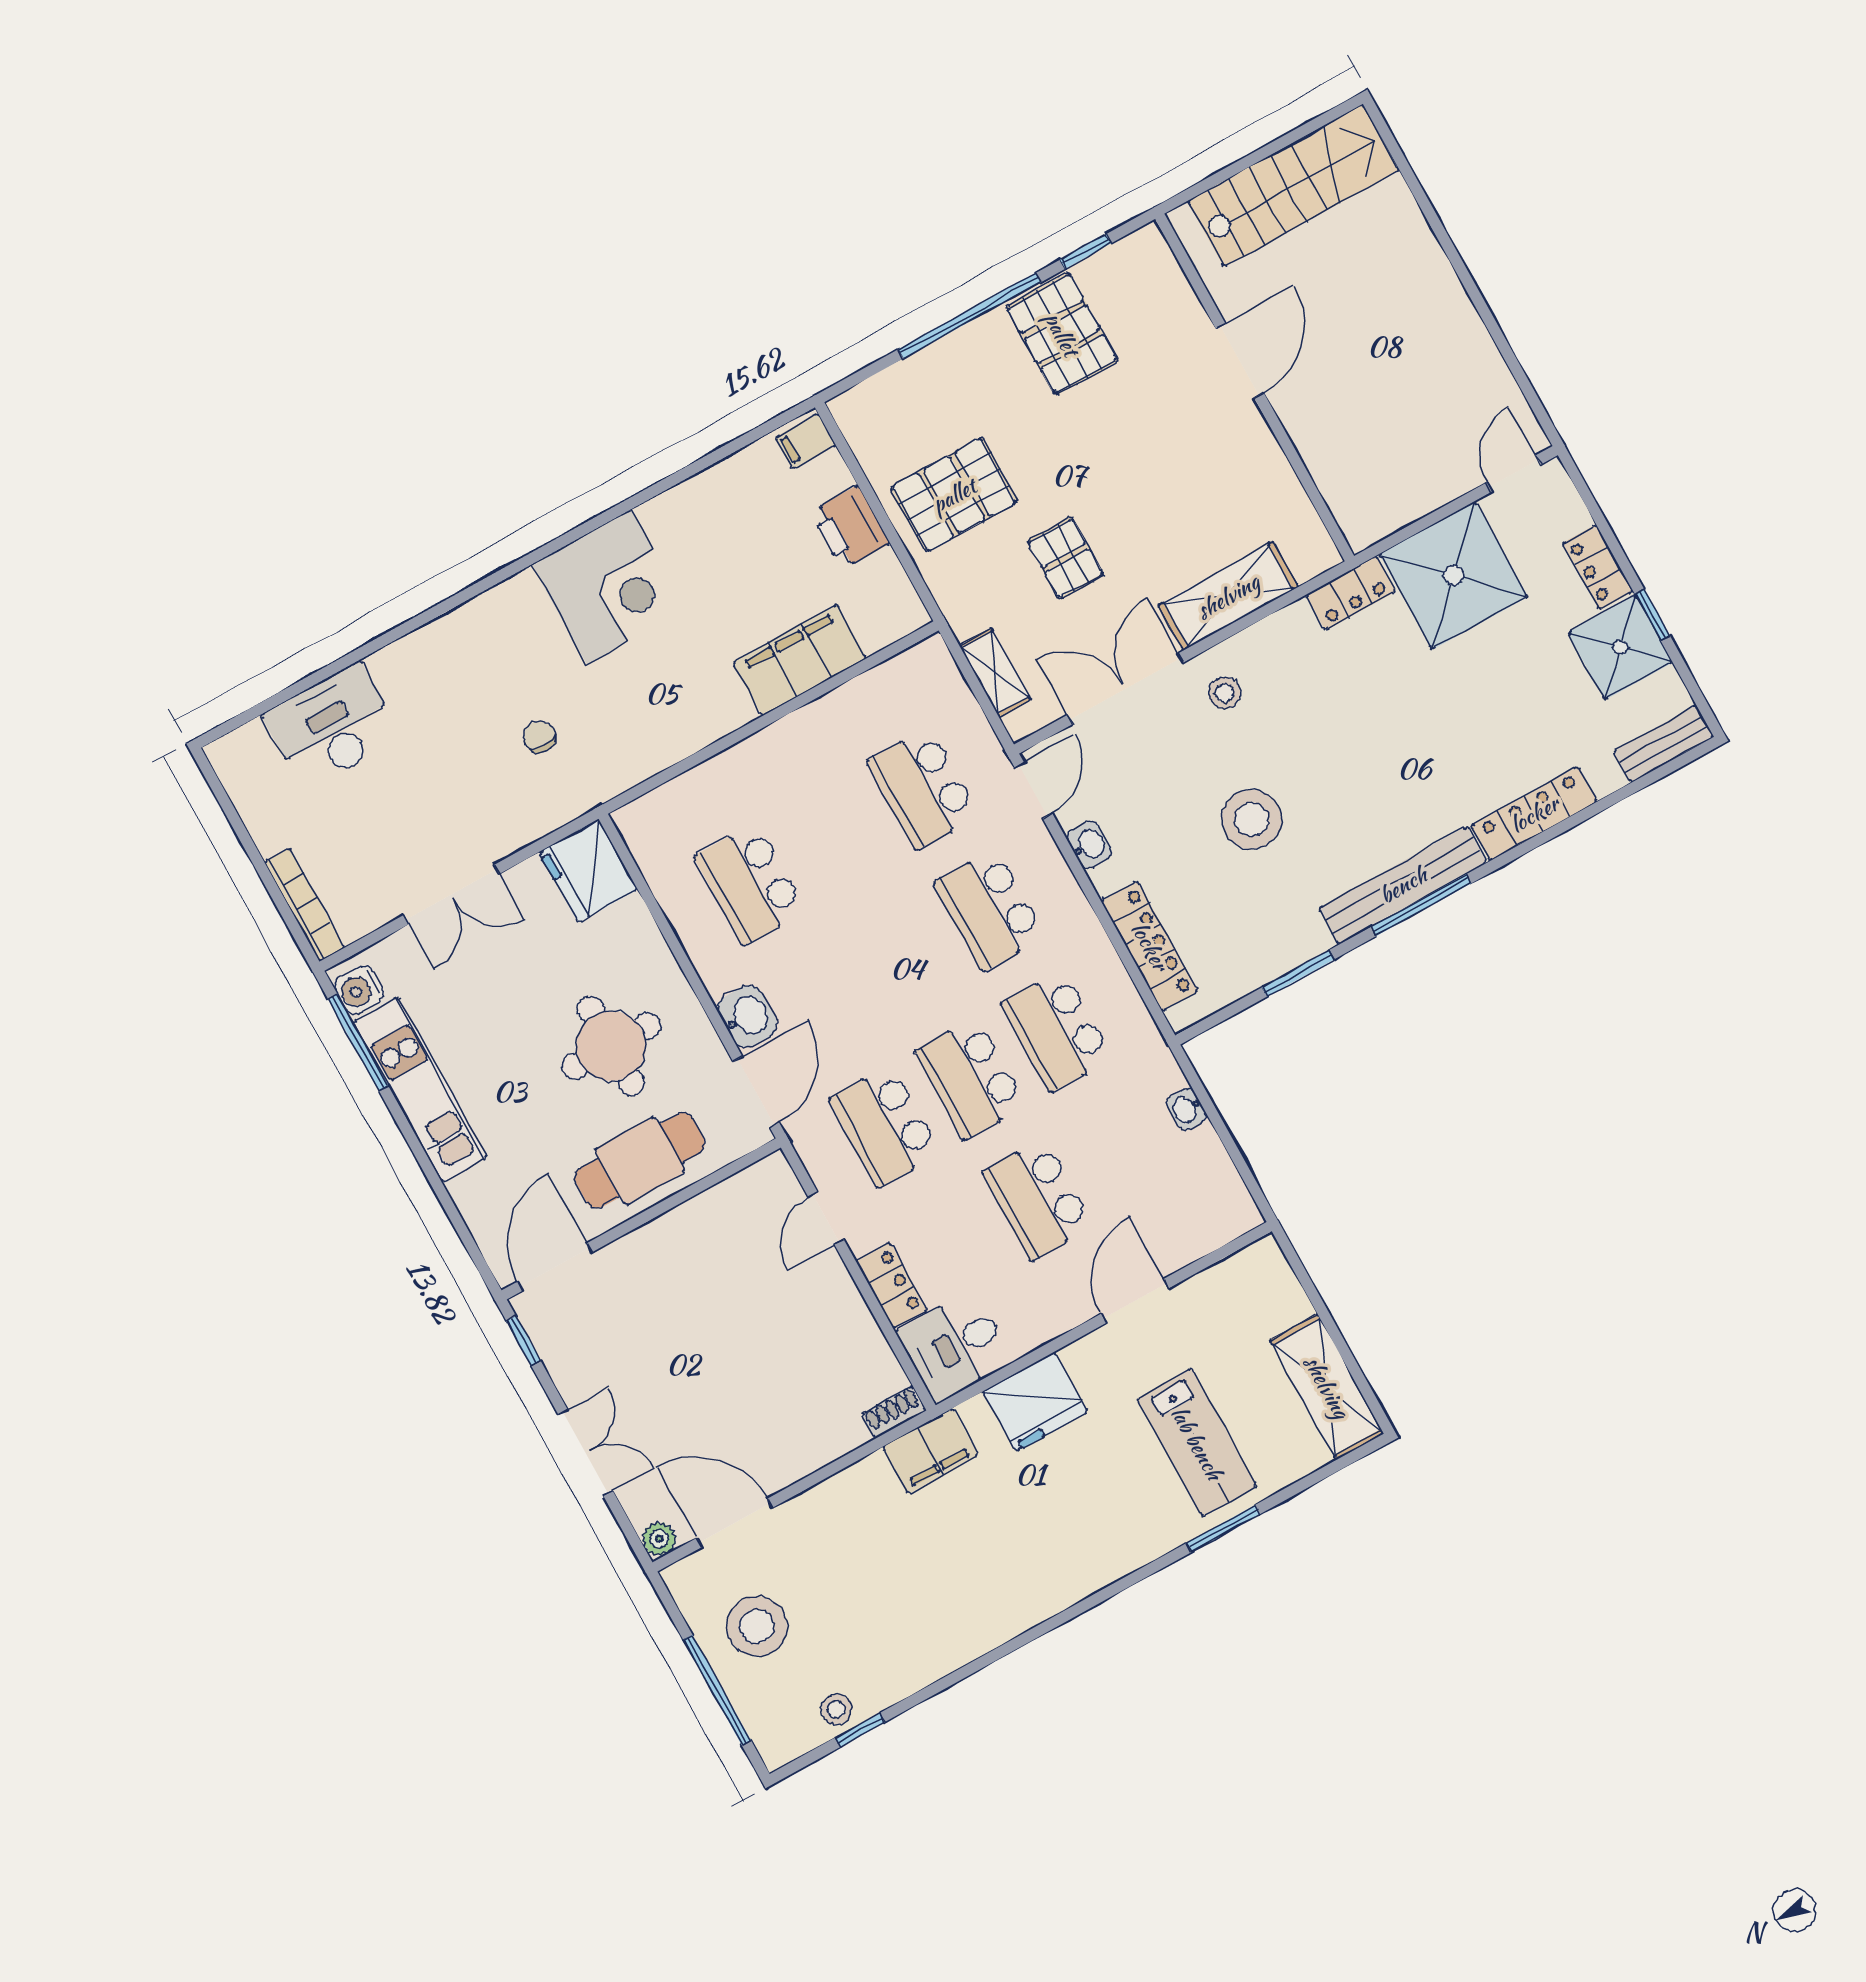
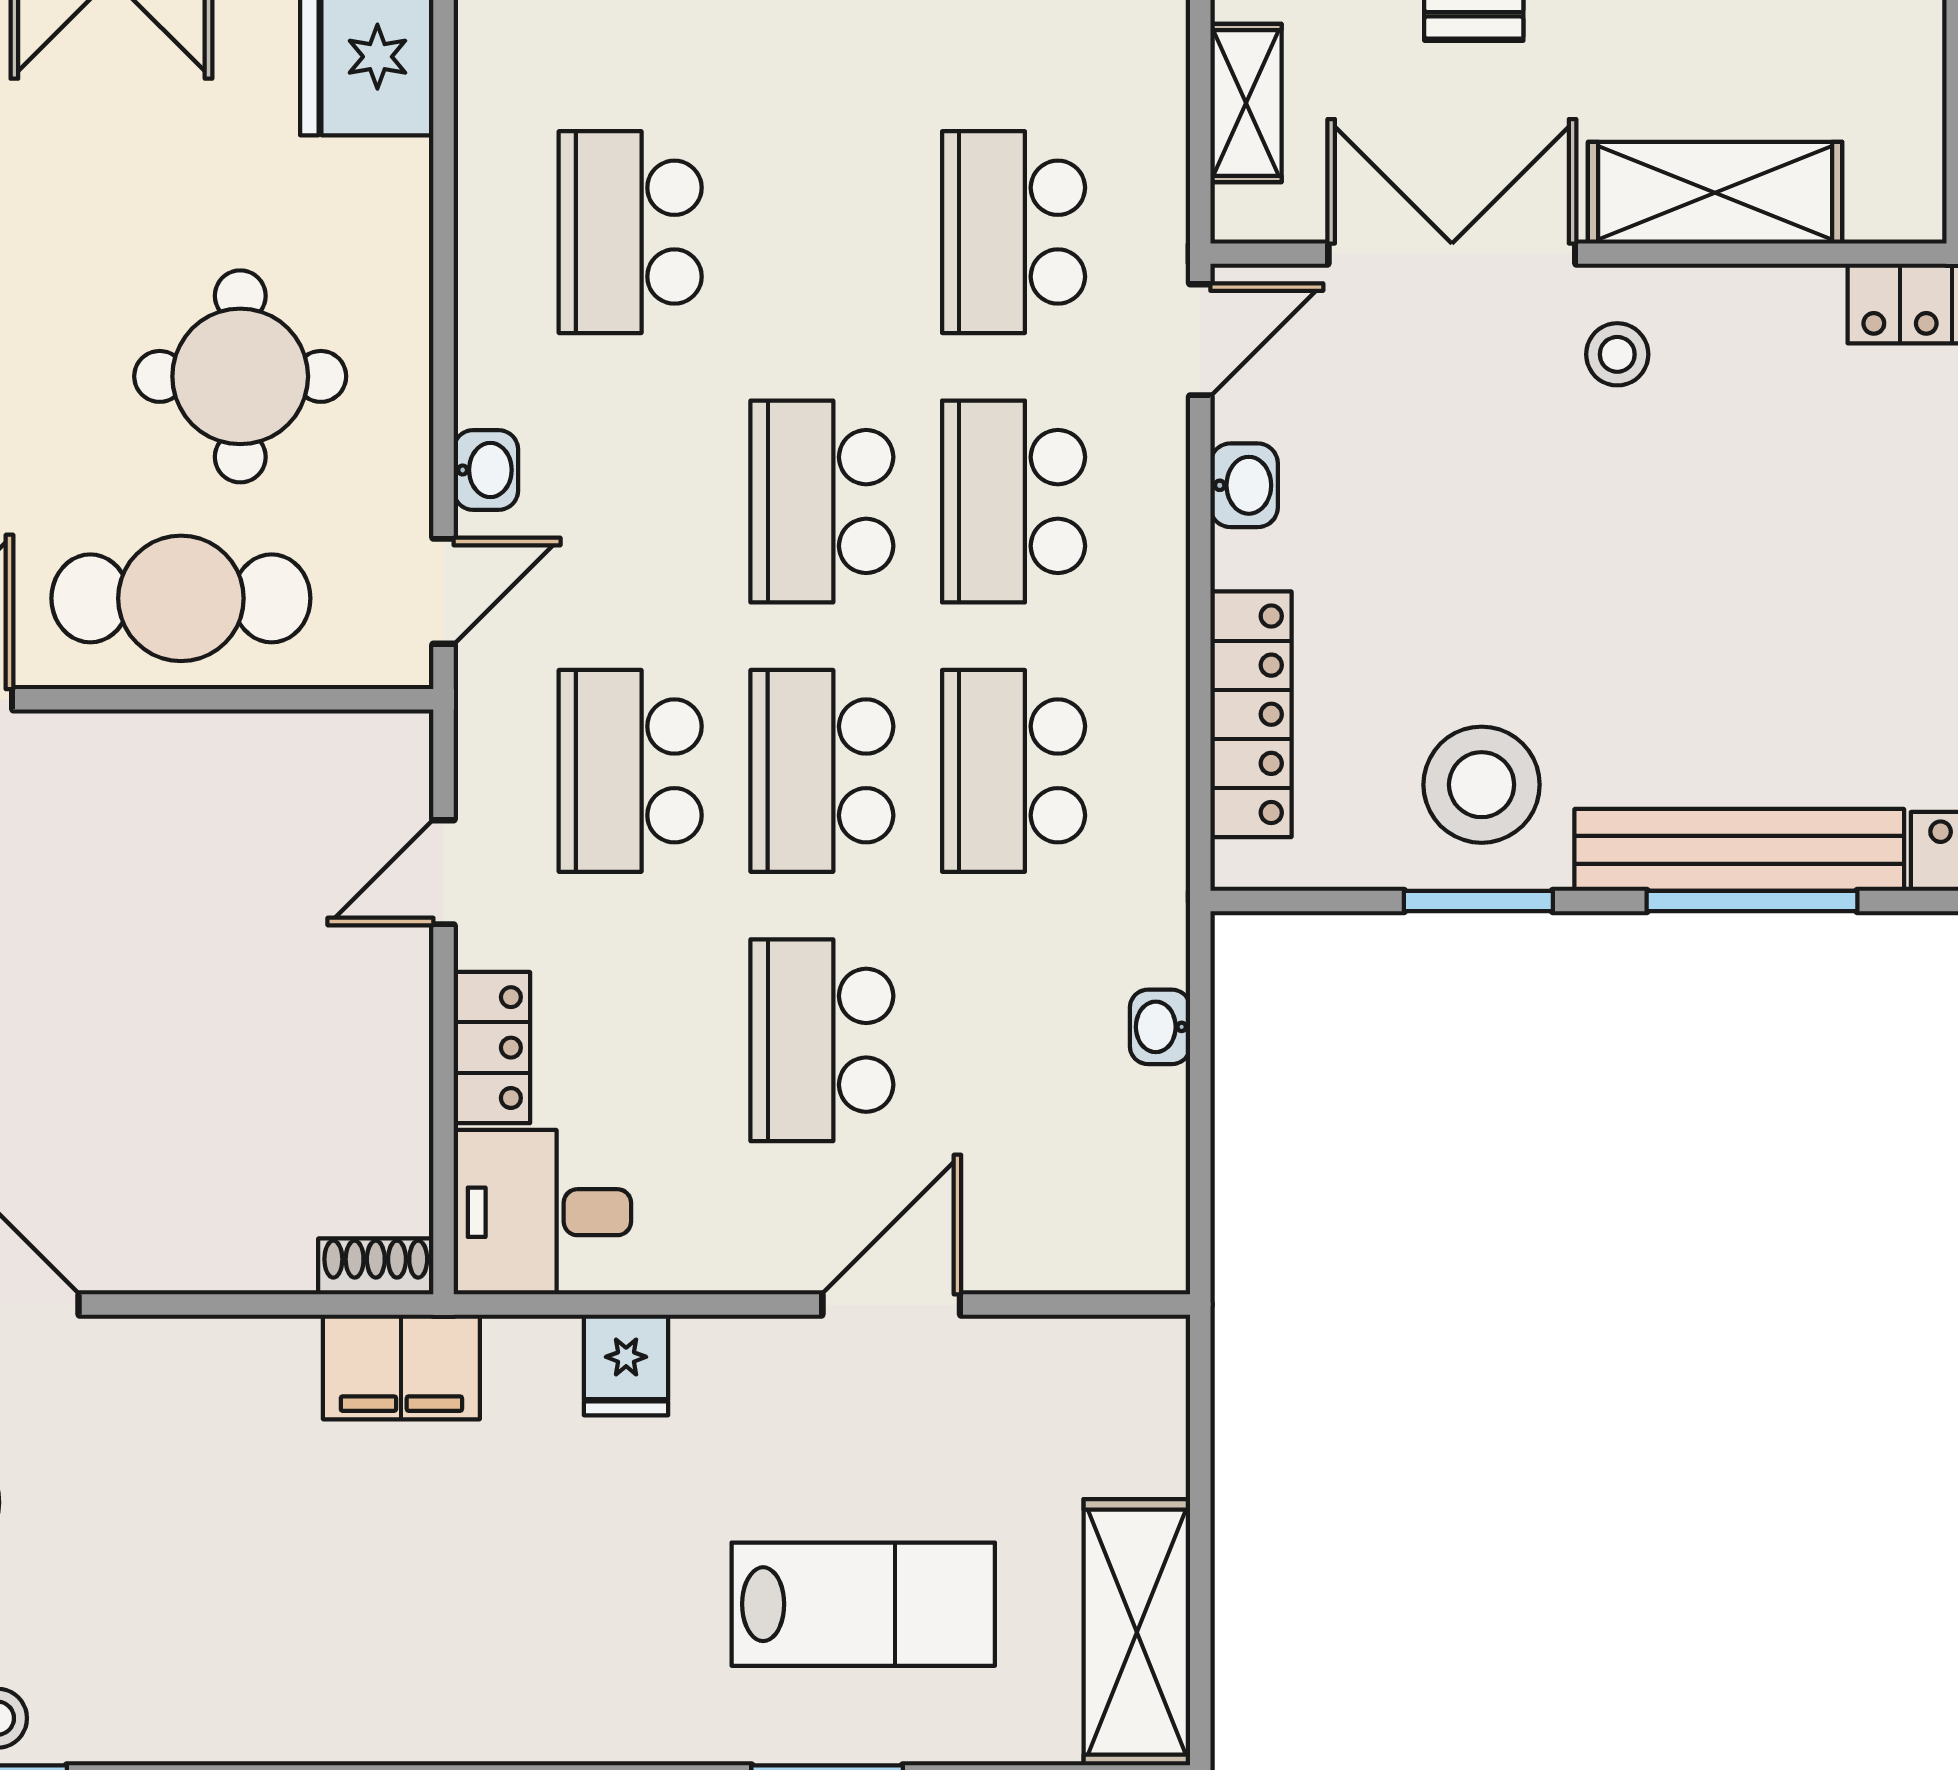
stool: (1252, 819) -> (1482, 785), moved
school desk: (904, 957) -> (822, 501), added
washbasin: (747, 1016) -> (486, 470), width x0.72, depth x0.69
door: (756, 1092) -> (444, 591), width x0.73
fridge: (1035, 1402) -> (626, 1365), width x0.53, depth x0.75
lab bench: (1197, 1443) -> (863, 1604), turned -90

